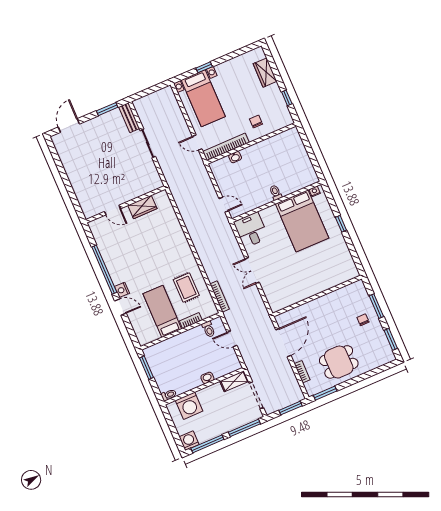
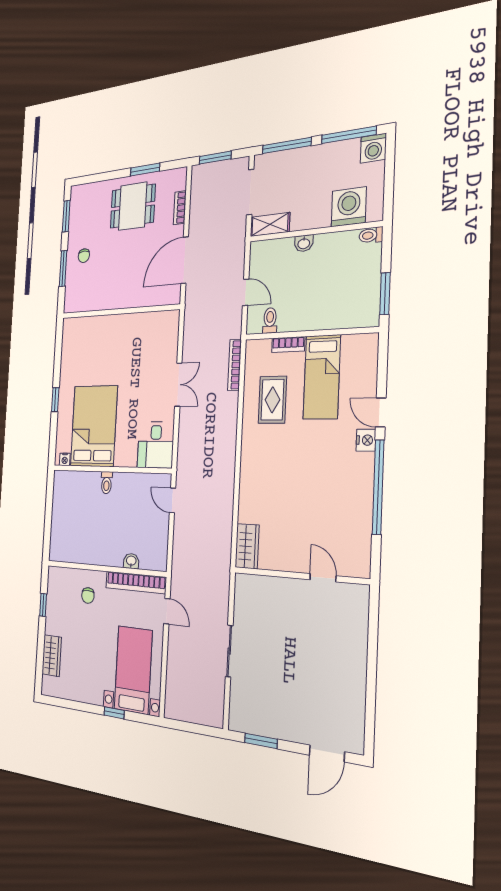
bench: (129, 118) -> (237, 707), removed
wardrobe: (142, 207) -> (247, 546), moved, turned 90
window: (325, 393) -> (145, 170), moved

